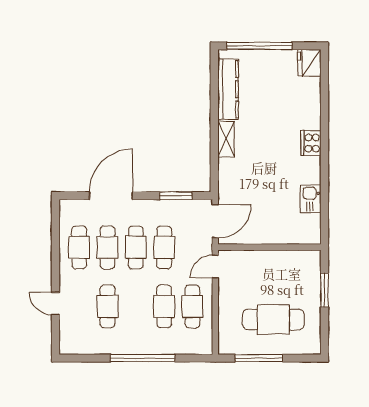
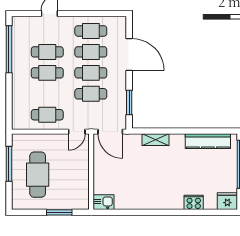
shelving: (226, 139) -> (155, 140), moved
cooker: (311, 143) -> (194, 202), moved
kitchen sink: (311, 199) -> (103, 202), moved
door: (215, 267) -> (77, 132), swing flipped
cafe table: (164, 306) -> (47, 73), moved
window: (143, 358) -> (9, 49), moved

